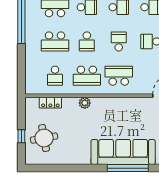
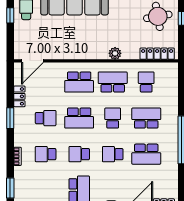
school desk: (119, 41) -> (79, 118), width x1.85
locker: (50, 103) -> (157, 54), width x1.53

